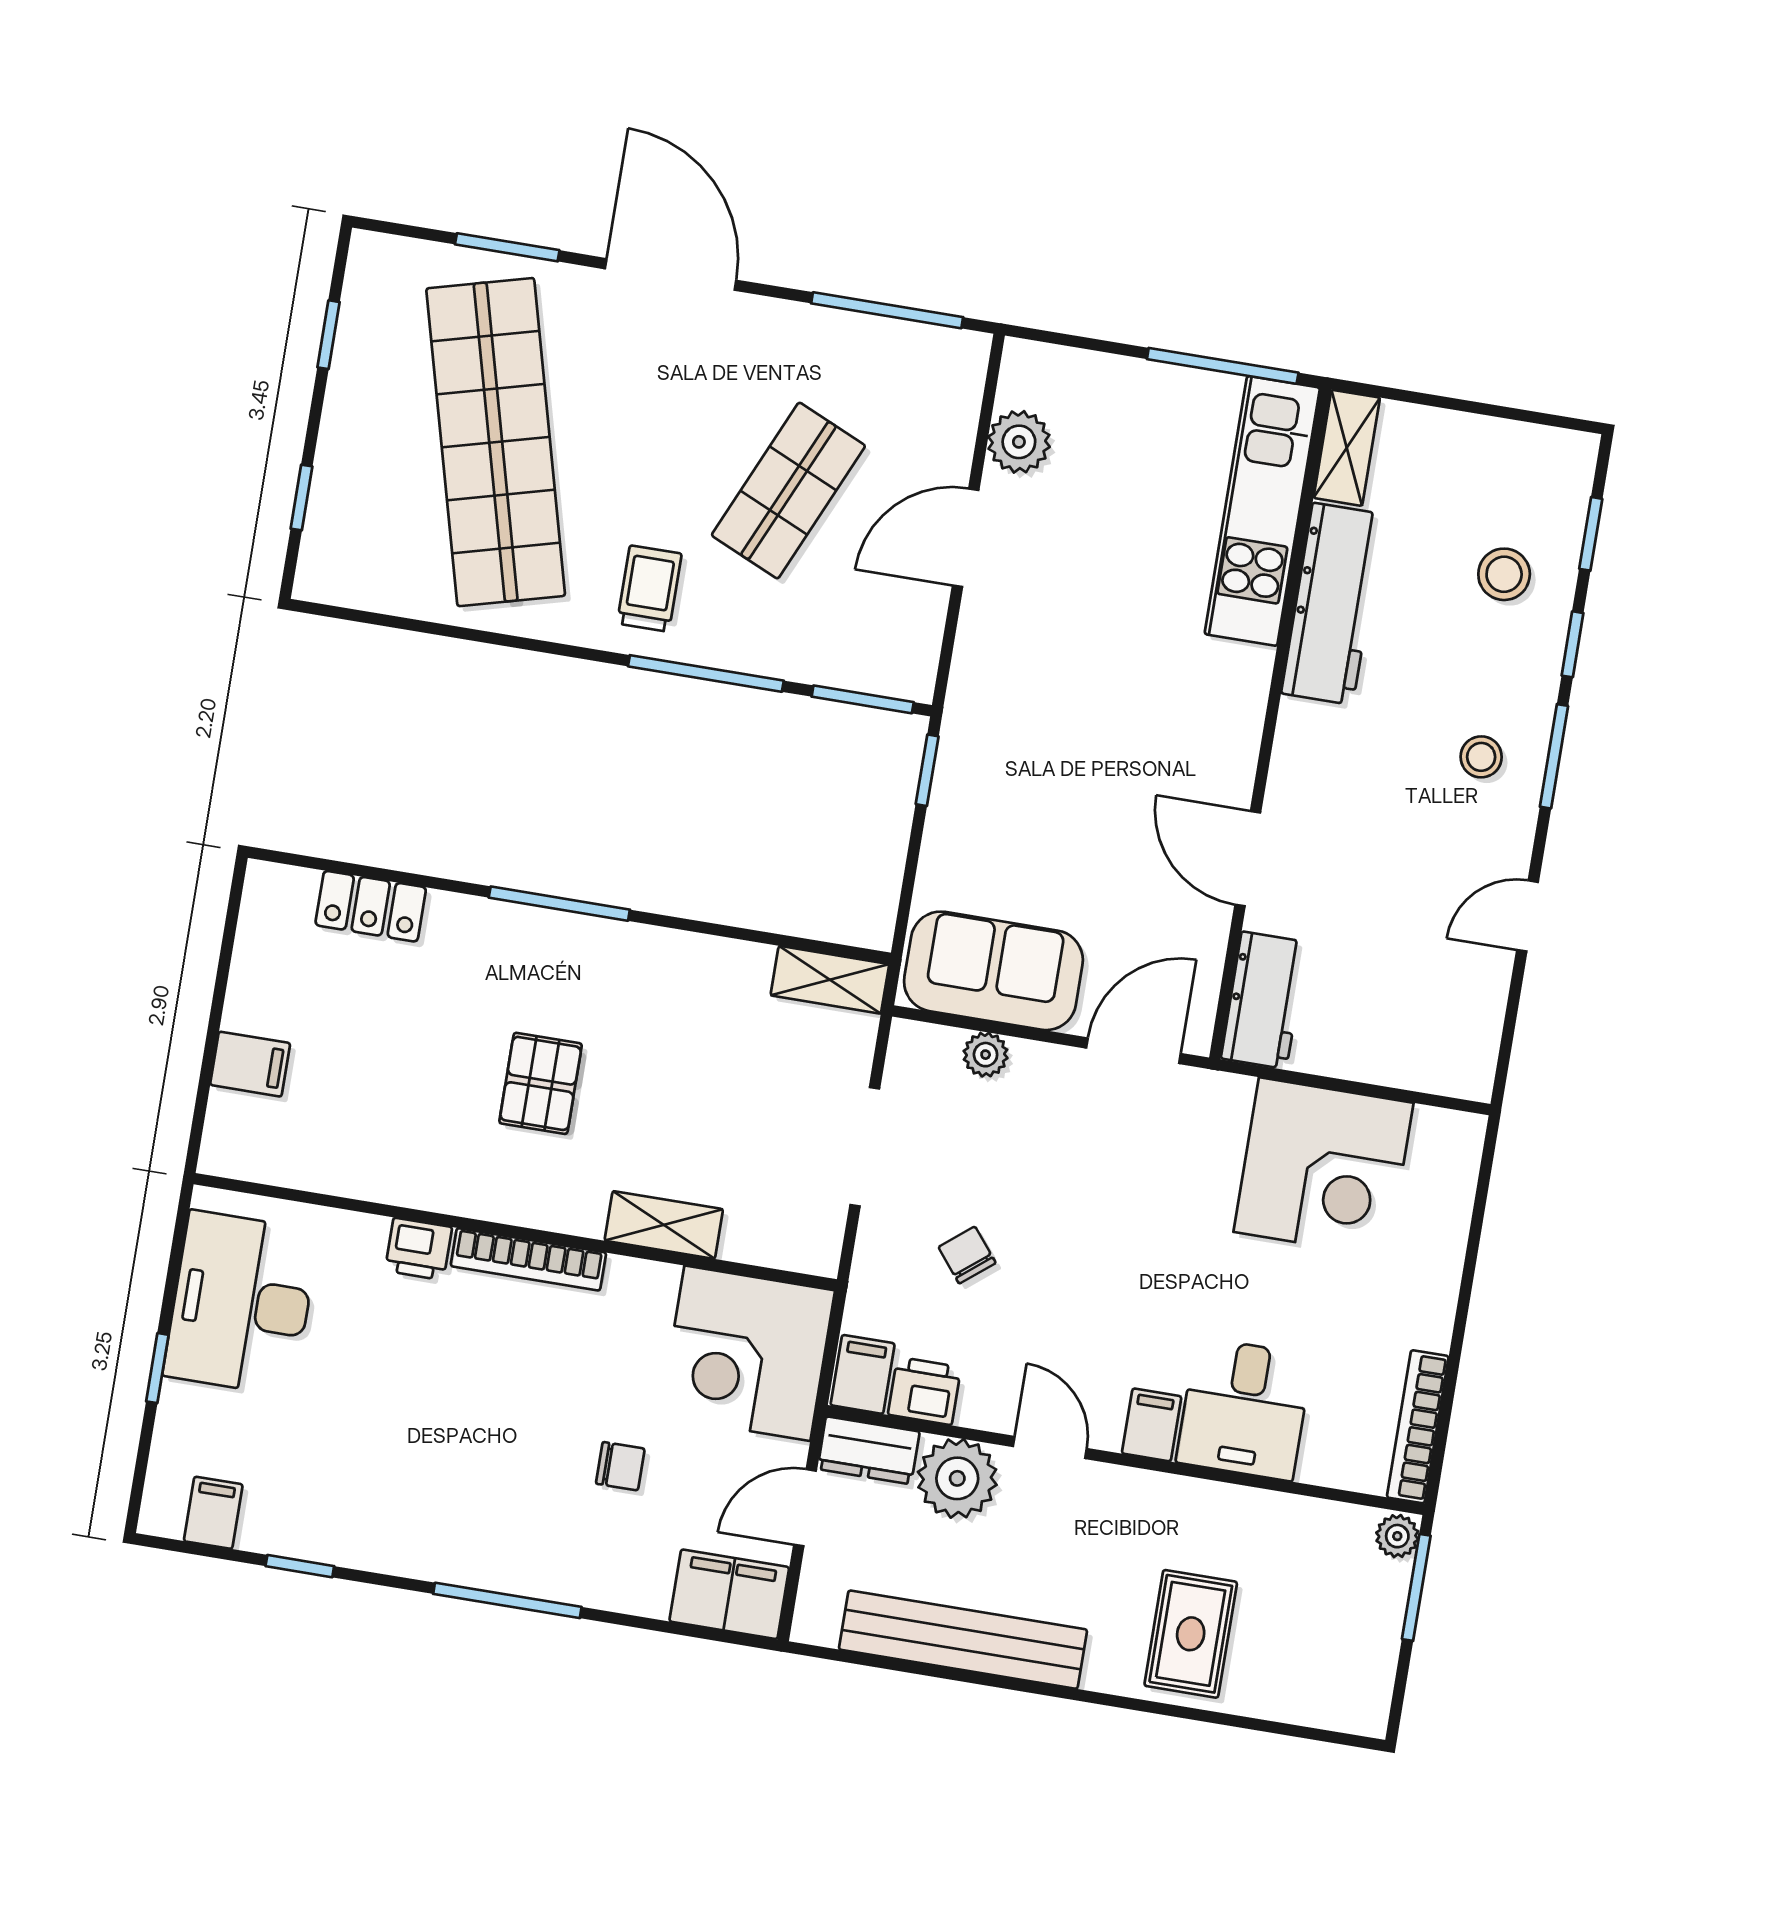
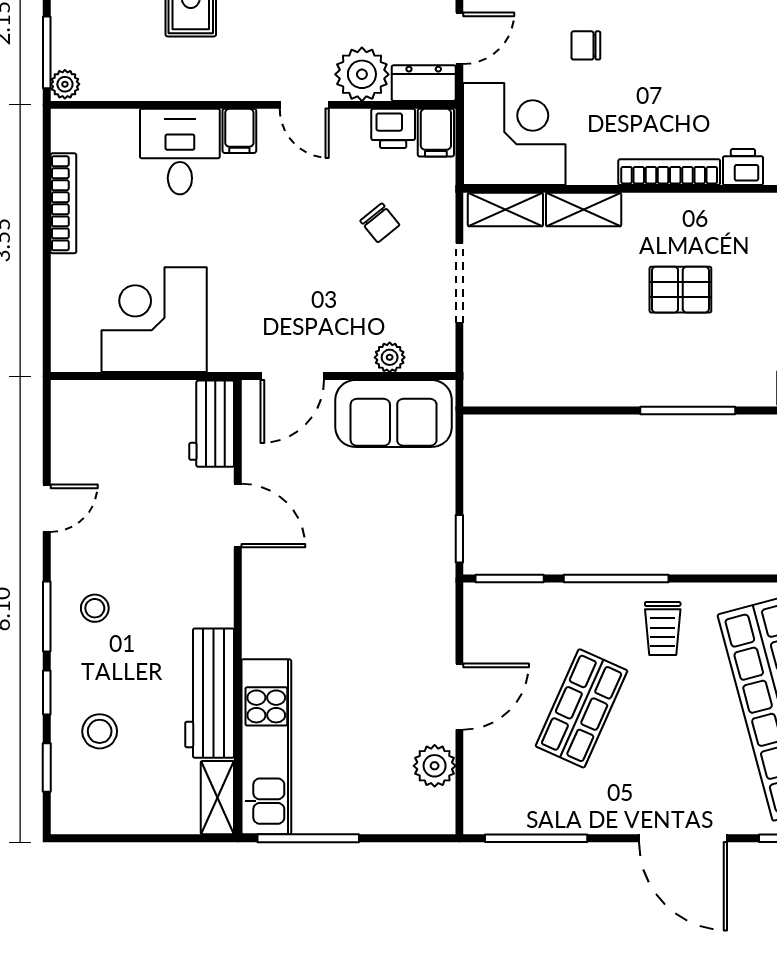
shelving: (830, 980) -> (505, 210), moved
pallet: (541, 1083) -> (680, 290), turned 90
bookcase: (1418, 1427) -> (63, 203), moved

